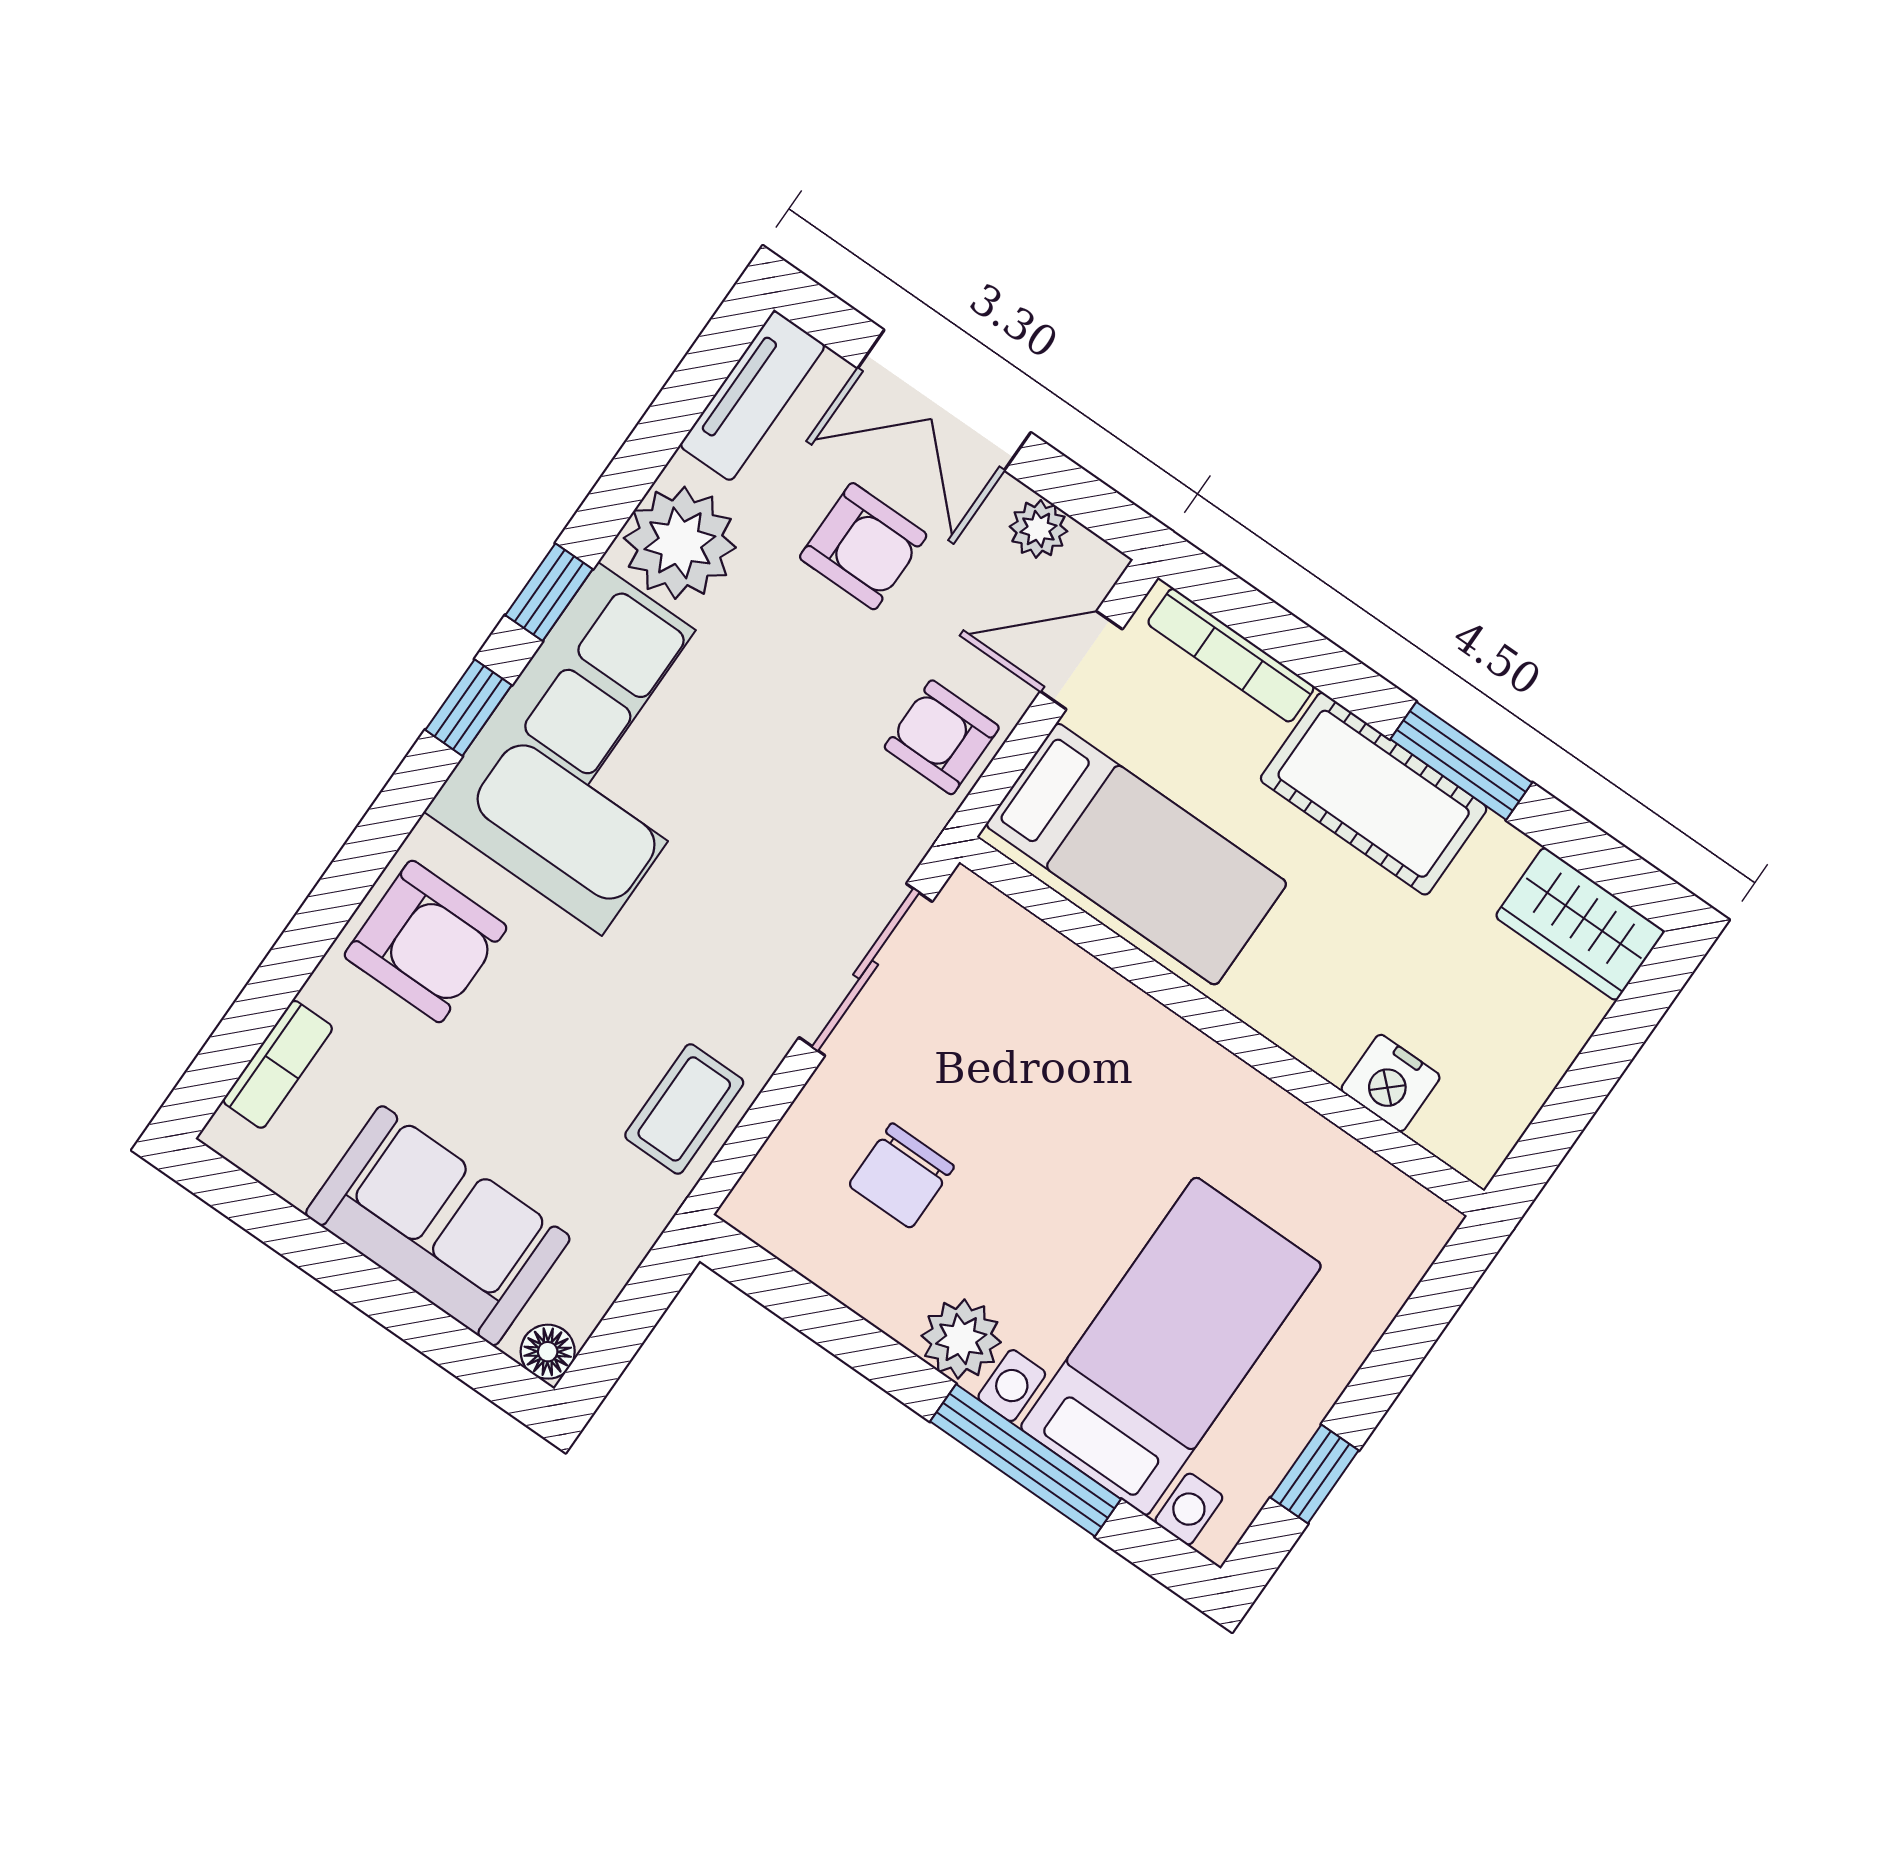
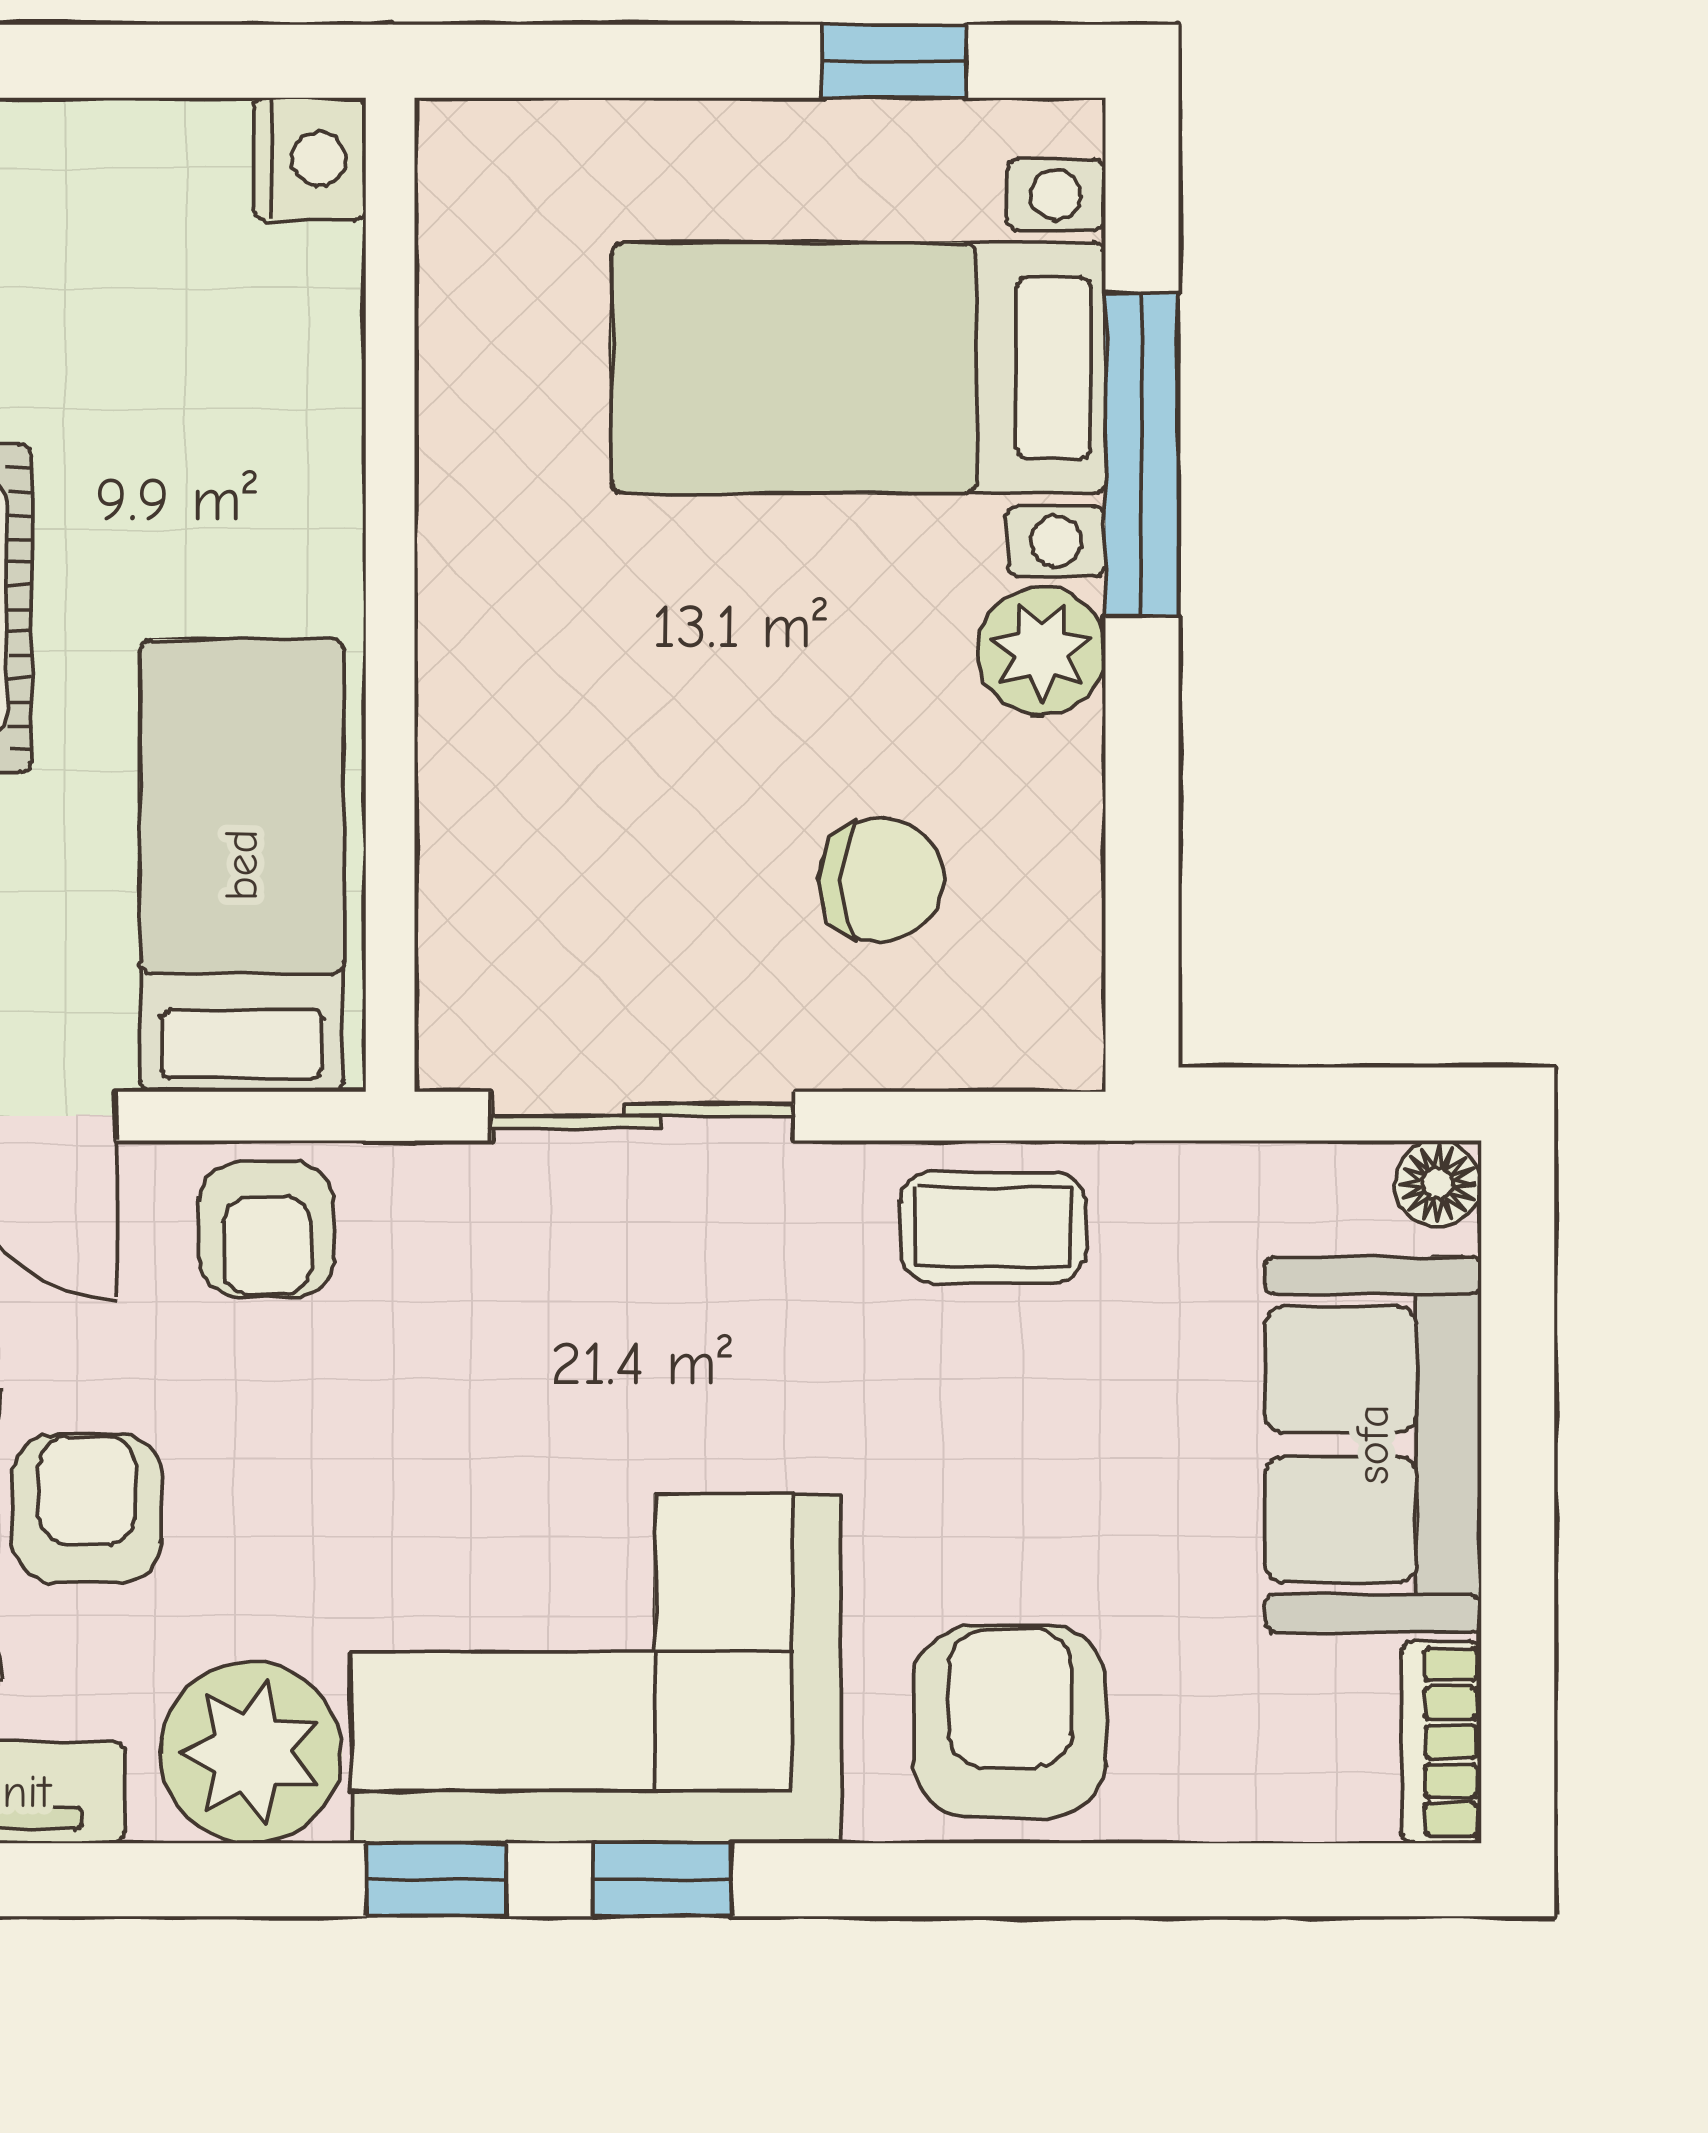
bookcase: (278, 1064) -> (1441, 1742), moved, turned -90
nightstand: (1391, 1083) -> (310, 159), moved

